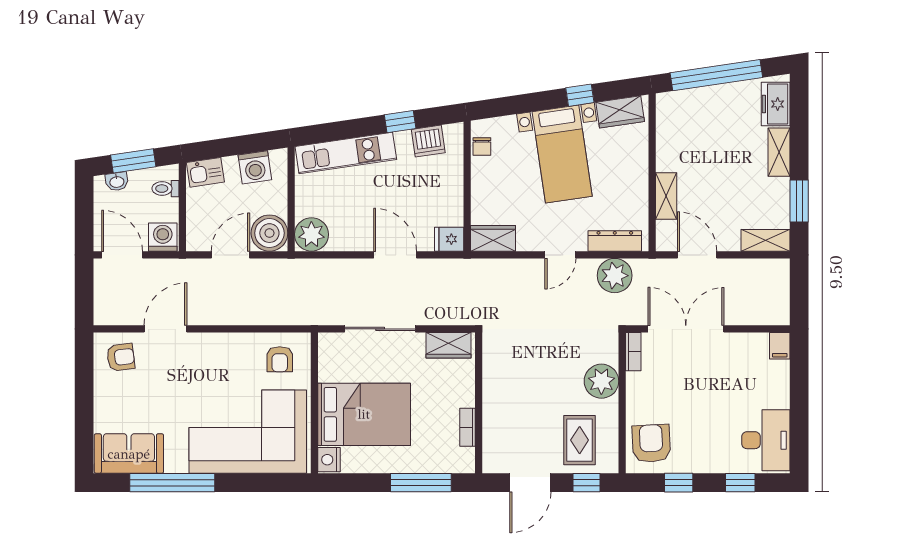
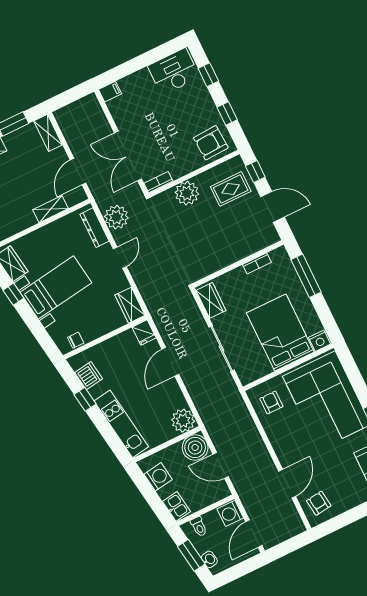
door: (560, 255) -> (120, 258), hinge flipped
door: (165, 329) -> (287, 484), swing flipped
armchair: (280, 359) -> (271, 402), turned -90

